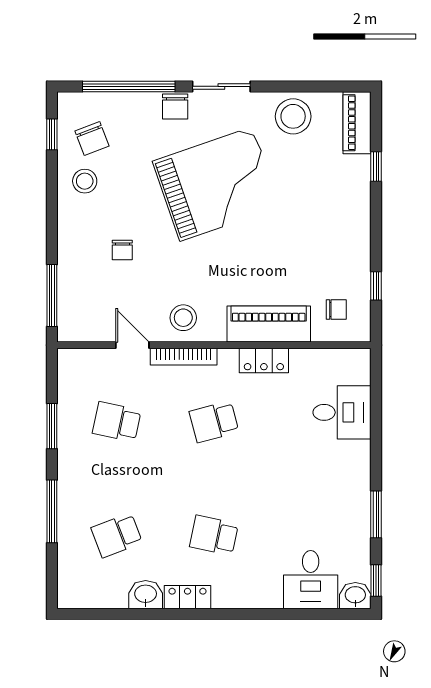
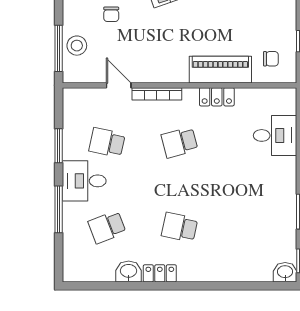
stool: (183, 318) -> (77, 46), moved
desk: (311, 580) -> (84, 181), moved, turned 90

